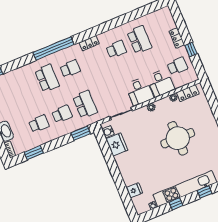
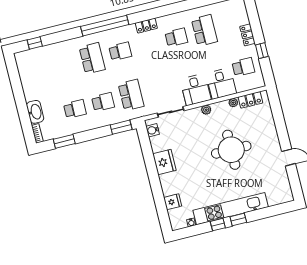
fridge: (117, 145) -> (164, 162), moved
window: (205, 192) -> (238, 219), moved

